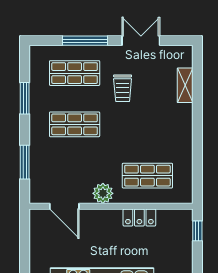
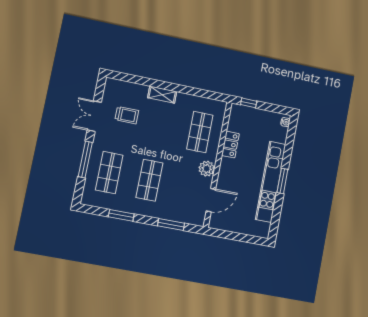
shelving: (185, 85) -> (162, 95), moved
trolley: (123, 88) -> (127, 115), moved

